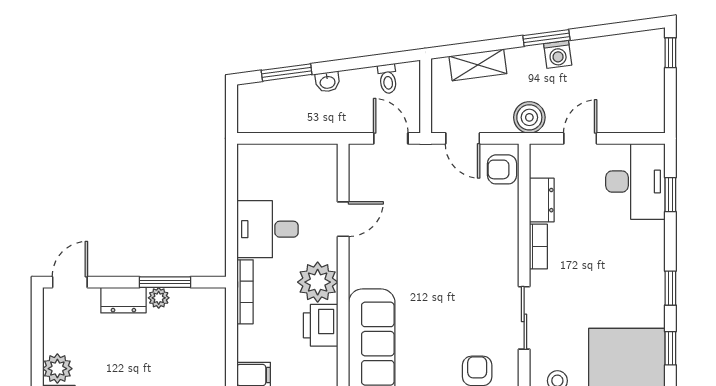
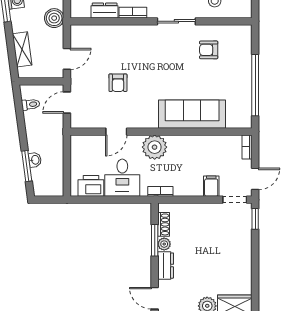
washbasin: (327, 82) -> (35, 160), moved
armchair: (502, 169) -> (118, 83), moved
door: (343, 219) -> (116, 132), swing flipped
bookcase: (245, 292) -> (160, 191), width x0.64
shoe rack: (191, 297) -> (164, 224), added
printer: (321, 325) -> (91, 186), moved, turned 180

